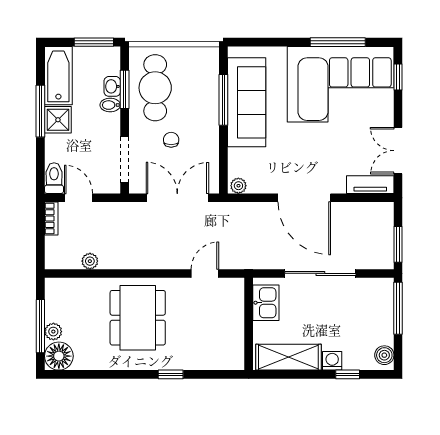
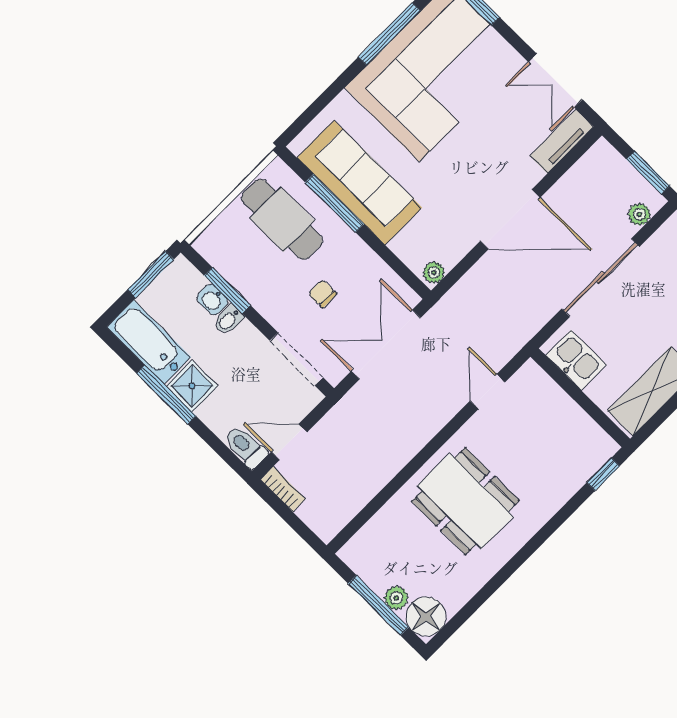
cafe table: (155, 88) -> (282, 219), moved
plant: (90, 261) -> (639, 214), moved
window: (171, 374) -> (603, 474), moved

